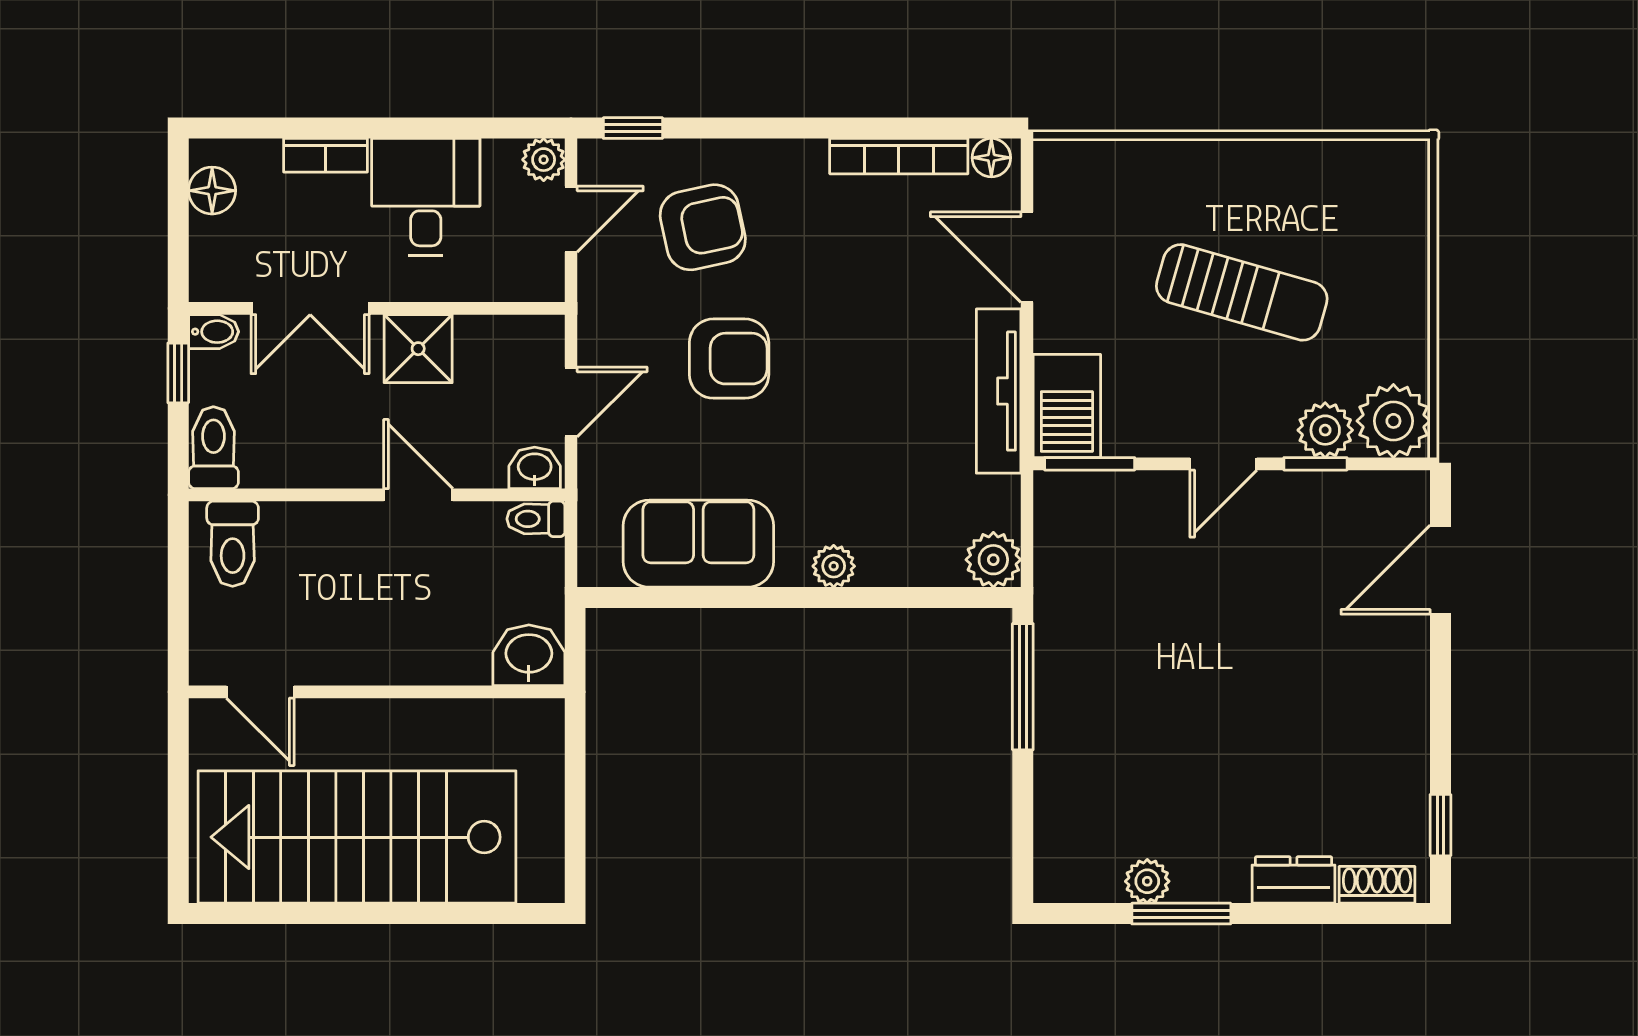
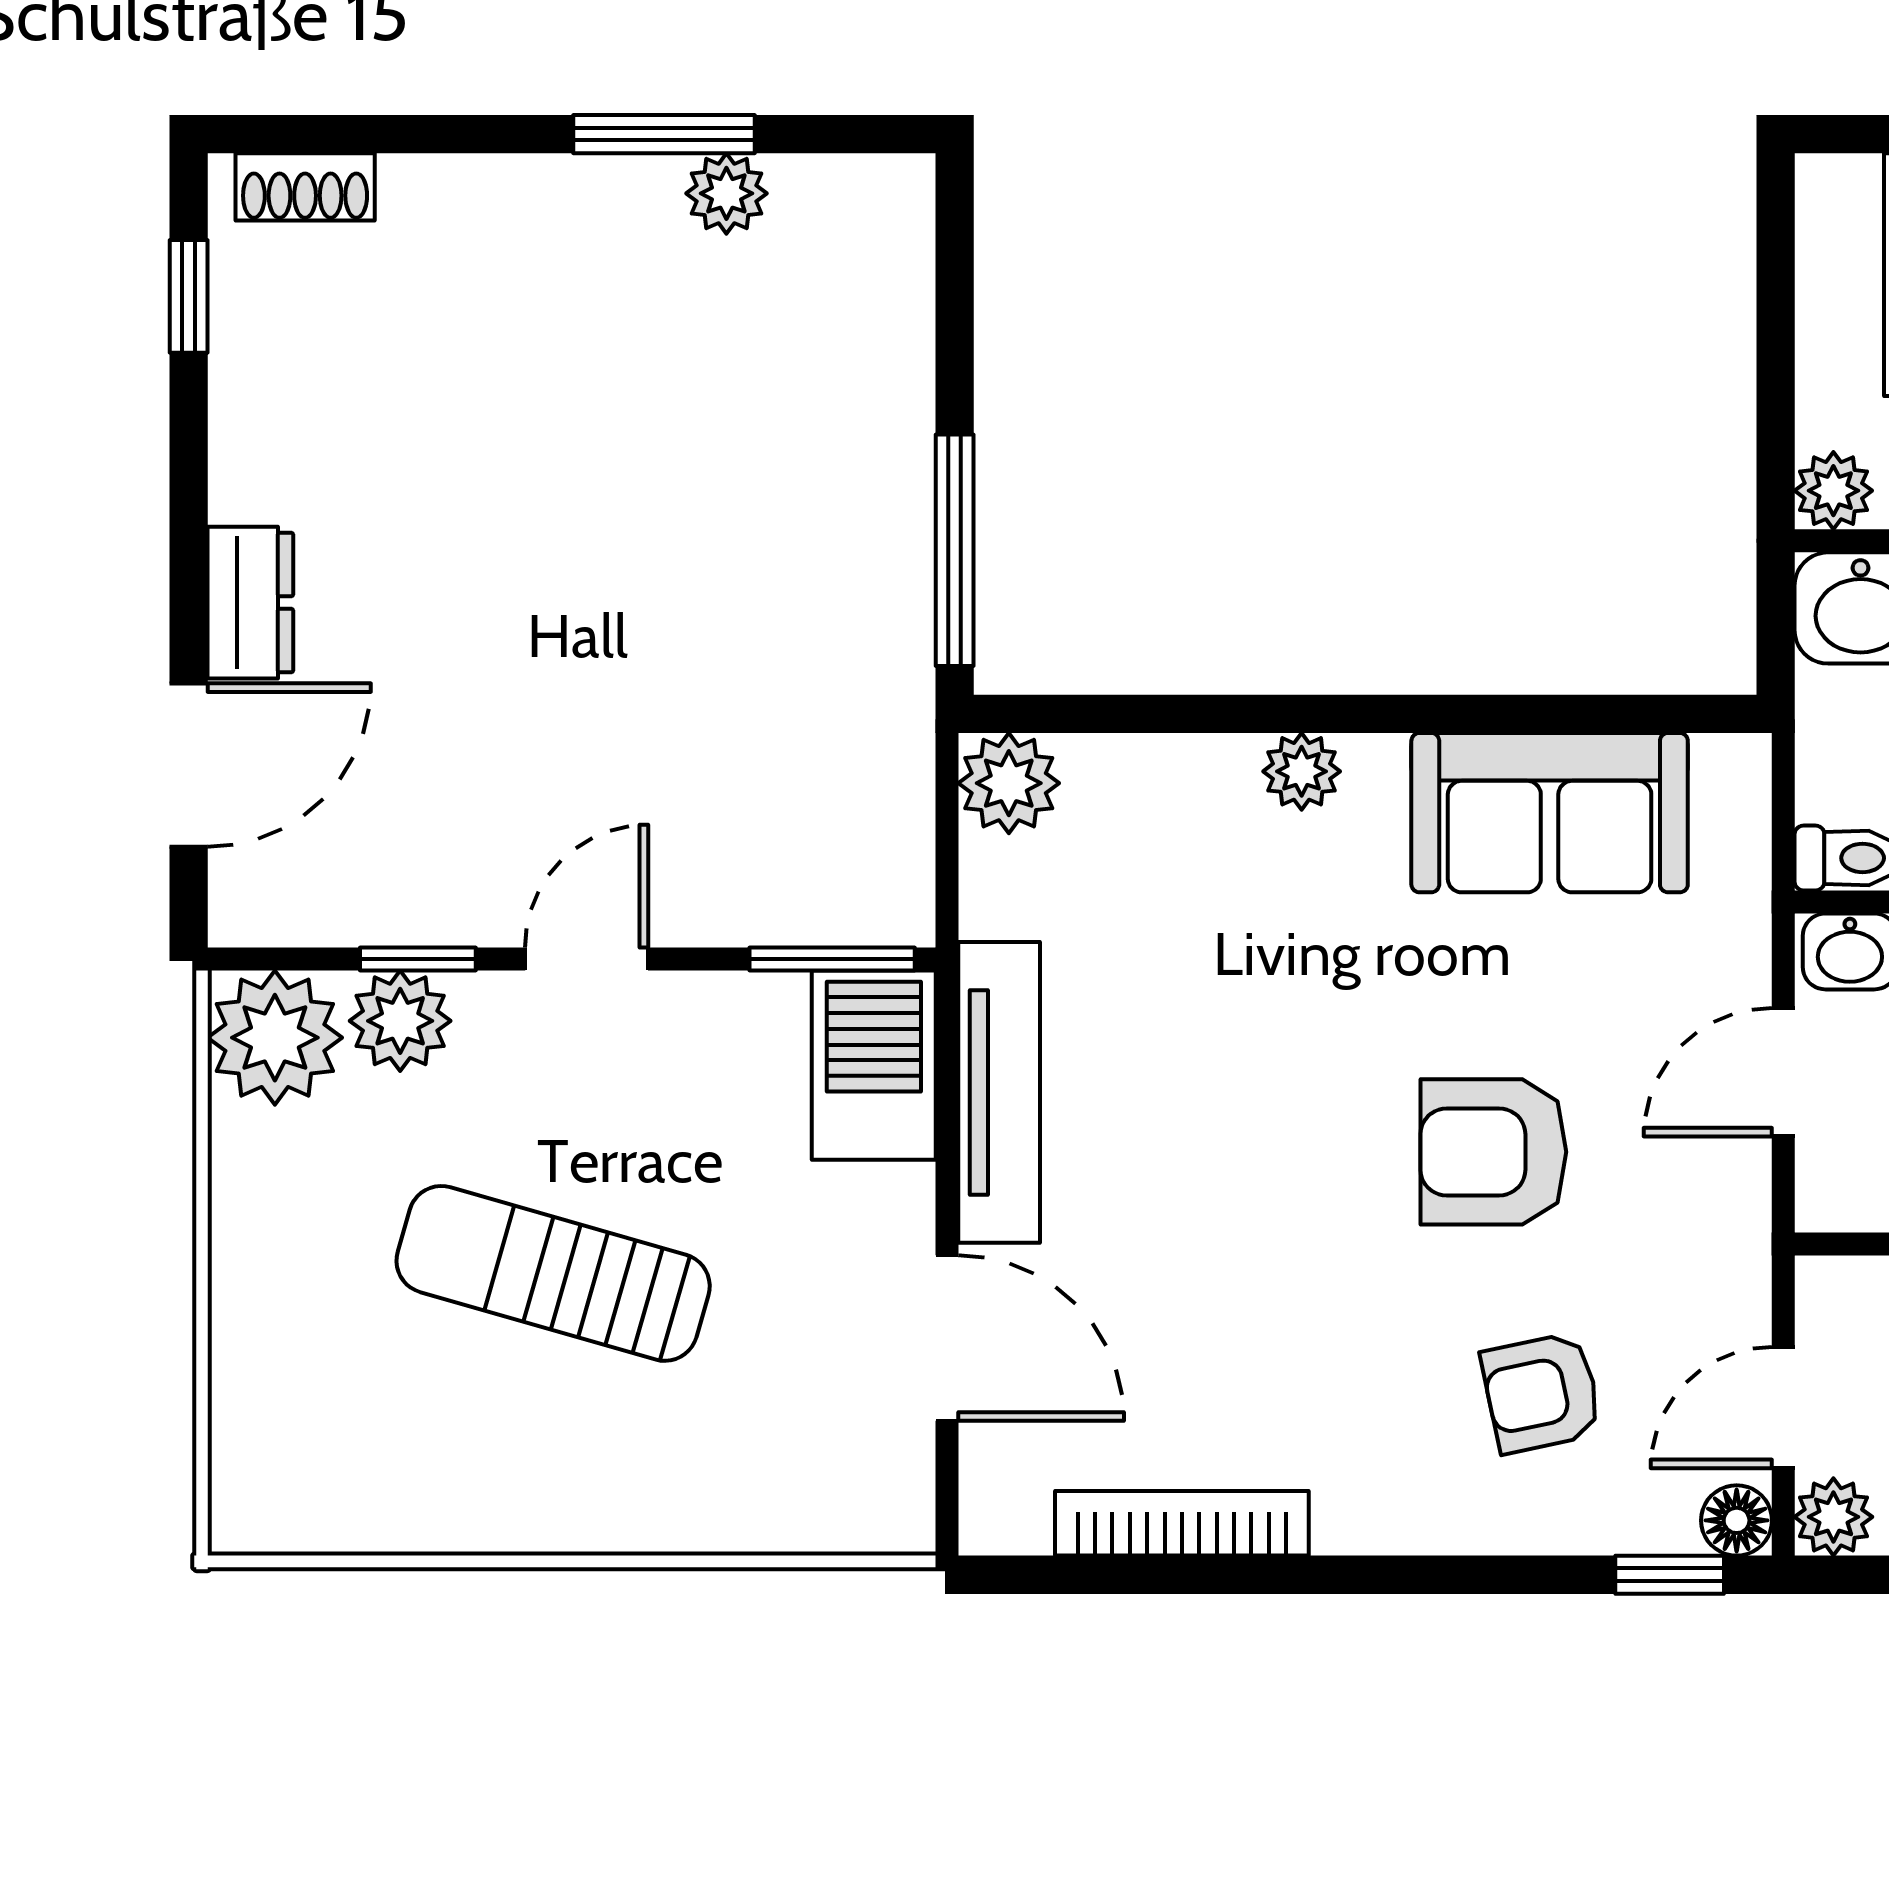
floor lamp: (991, 158) -> (1737, 1520), moved
armchair: (703, 227) -> (1542, 1393), width x0.72, depth x0.72
plant: (544, 719) -> (1833, 491), added
dresser: (1294, 880) -> (250, 603), moved, turned -90

